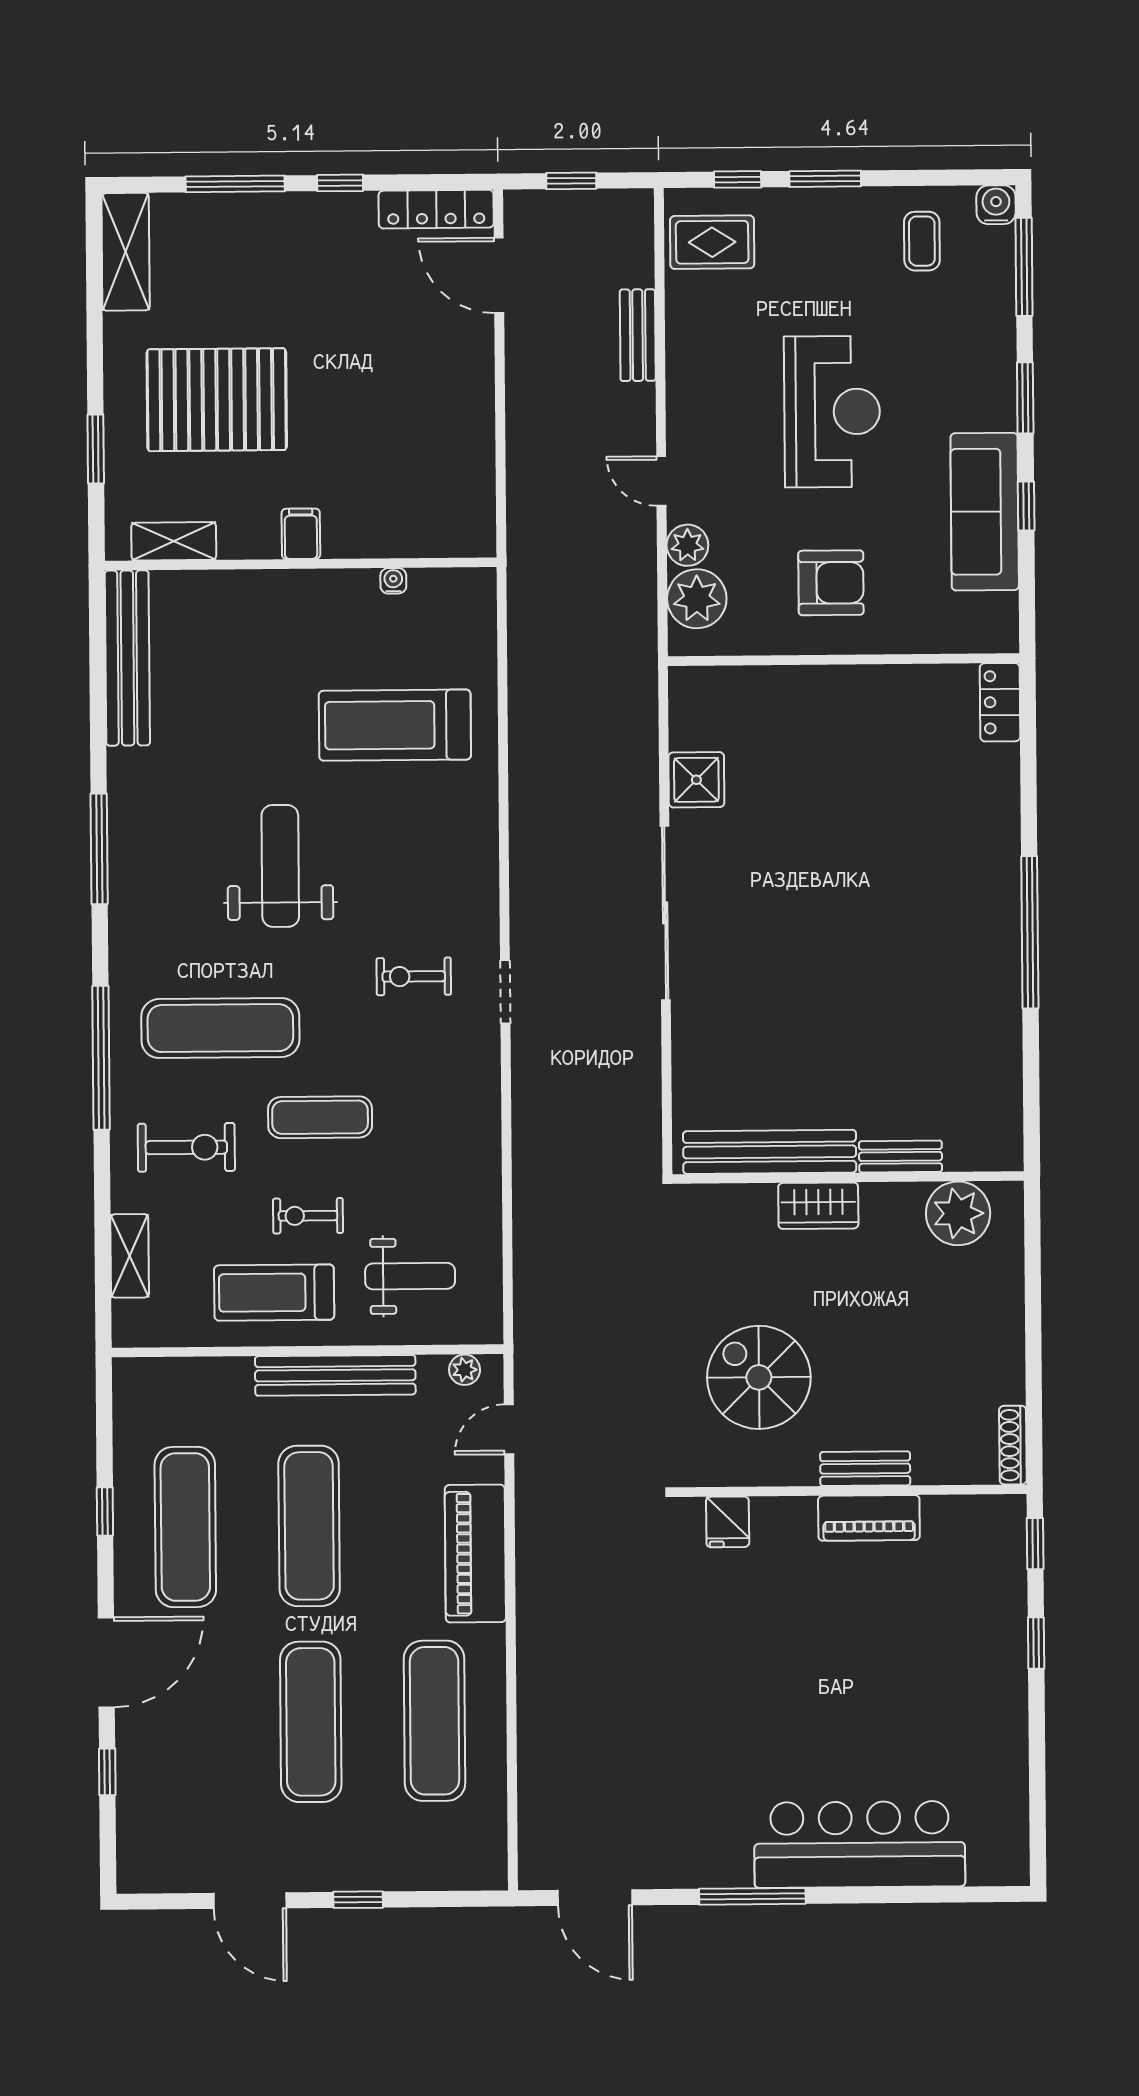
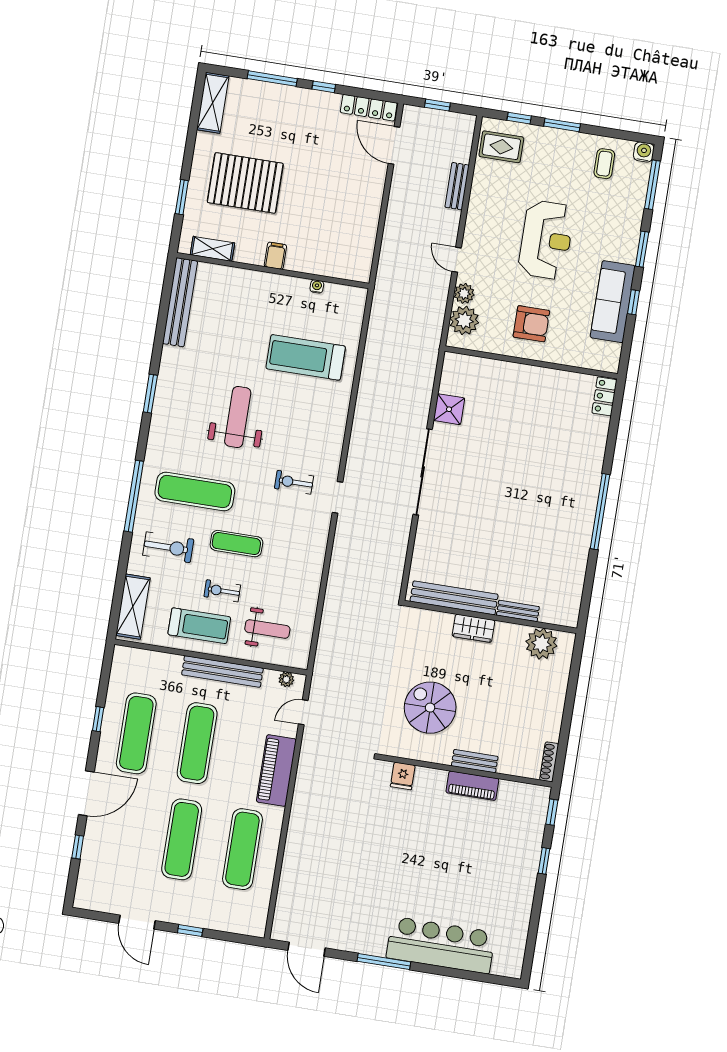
window: (99, 849) -> (150, 394), width x0.69
shelving: (130, 1256) -> (133, 607), width x1.50, depth x1.33
treadmill: (274, 1293) -> (199, 626), turned 180

